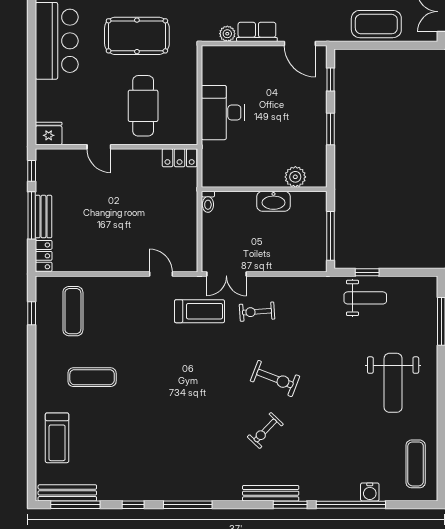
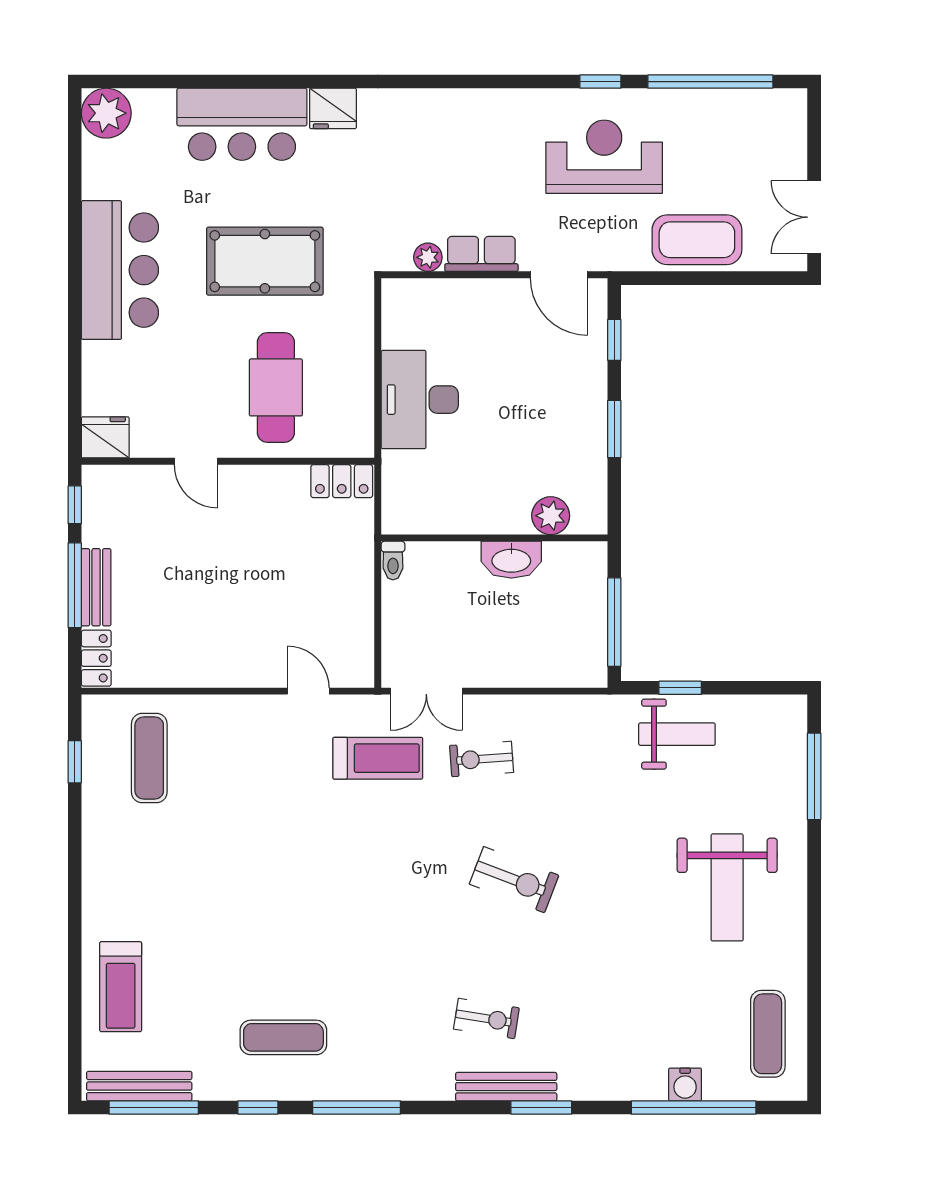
exercise mat: (92, 377) -> (283, 1037), moved
exercise bike: (265, 431) -> (486, 1019), moved, turned -125
window: (351, 505) -> (694, 1107), moved

